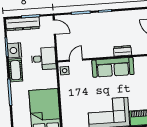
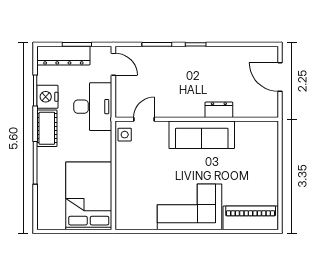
desk: (44, 59) -> (93, 107), width x1.37

